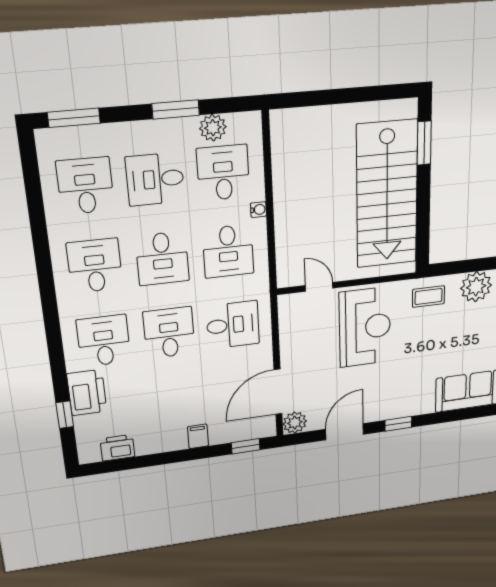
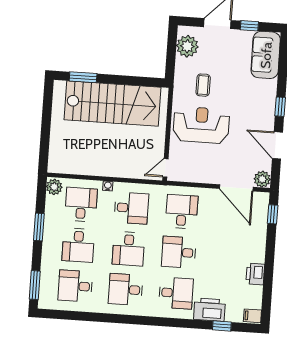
plant: (213, 128) -> (54, 187), moved
desk: (223, 173) -> (81, 205), turned 90
desk: (162, 258) -> (128, 249), turned 90
door: (319, 287) -> (165, 168), moved
coffee table: (429, 297) -> (203, 85), moved
desk: (104, 341) -> (176, 293), turned 180
filing cabinet: (198, 436) -> (252, 316), moved
printer: (117, 448) -> (255, 274), moved

